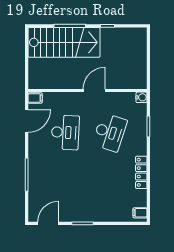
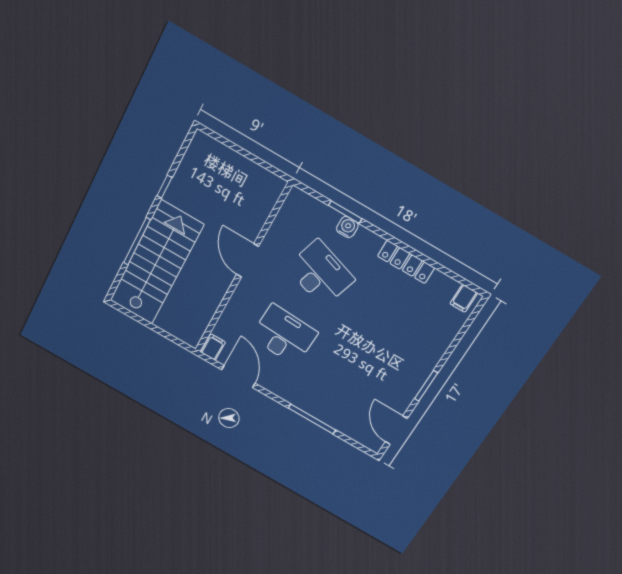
water cooler: (142, 97) -> (347, 227), moved

